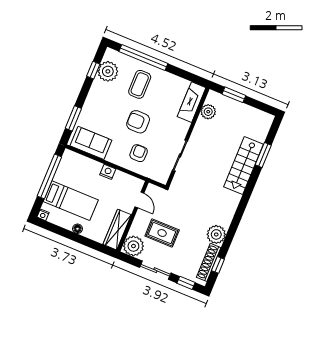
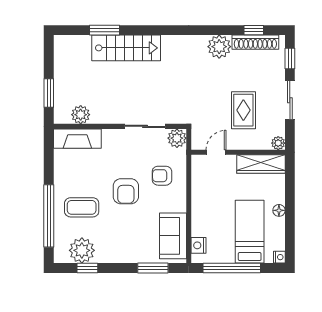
nightstand: (108, 172) -> (198, 245), moved
plant: (162, 175) -> (177, 138), added
plant: (133, 246) -> (278, 143), width x0.53, depth x0.53

